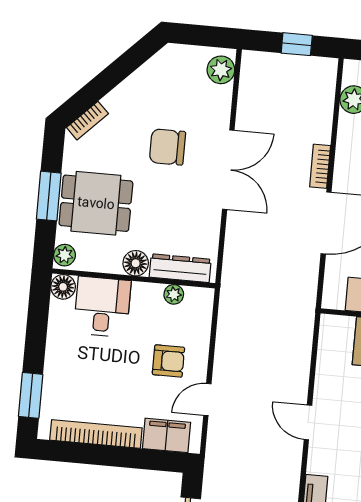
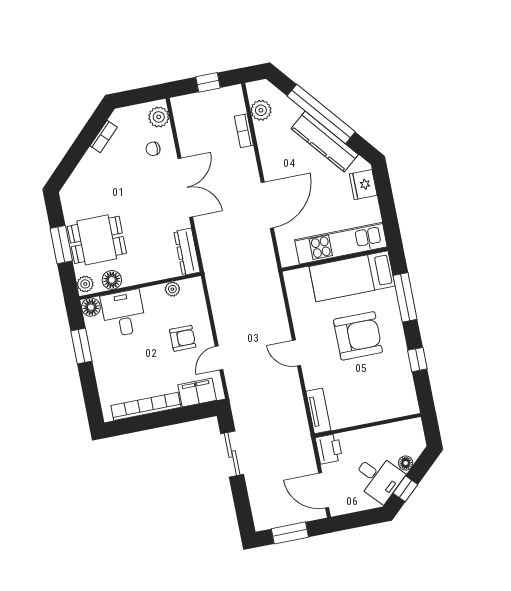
bookcase: (87, 121) -> (104, 137), moved
chair: (167, 147) -> (153, 149), moved, width x0.54, depth x0.54
bookcase: (320, 166) -> (244, 131), moved
floor lamp: (136, 263) -> (112, 280), moved
dresser: (180, 268) -> (187, 252), moved, turned -90
window: (31, 395) -> (81, 346), moved

